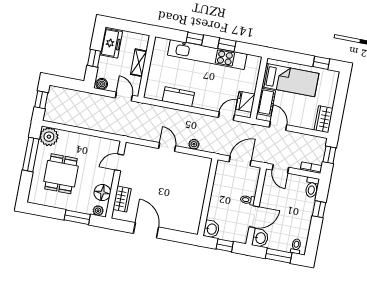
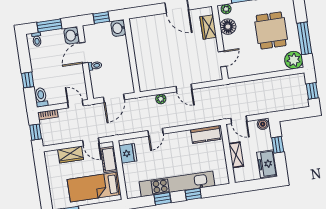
kitchen counter: (178, 97) -> (206, 134), moved
door: (226, 116) -> (155, 132), moved
wardrobe: (323, 119) -> (71, 154), moved, turned 90

